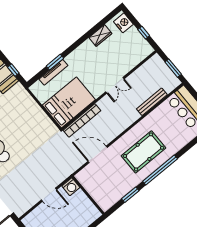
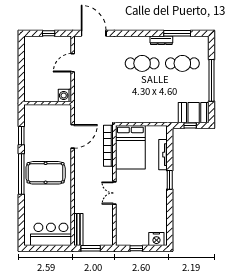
wardrobe: (100, 36) -> (161, 213), removed
window: (55, 62) -> (170, 180), moved
bench: (152, 102) -> (78, 230), moved
pool table: (144, 152) -> (46, 173), turned 90
door: (49, 195) -> (73, 63), moved

